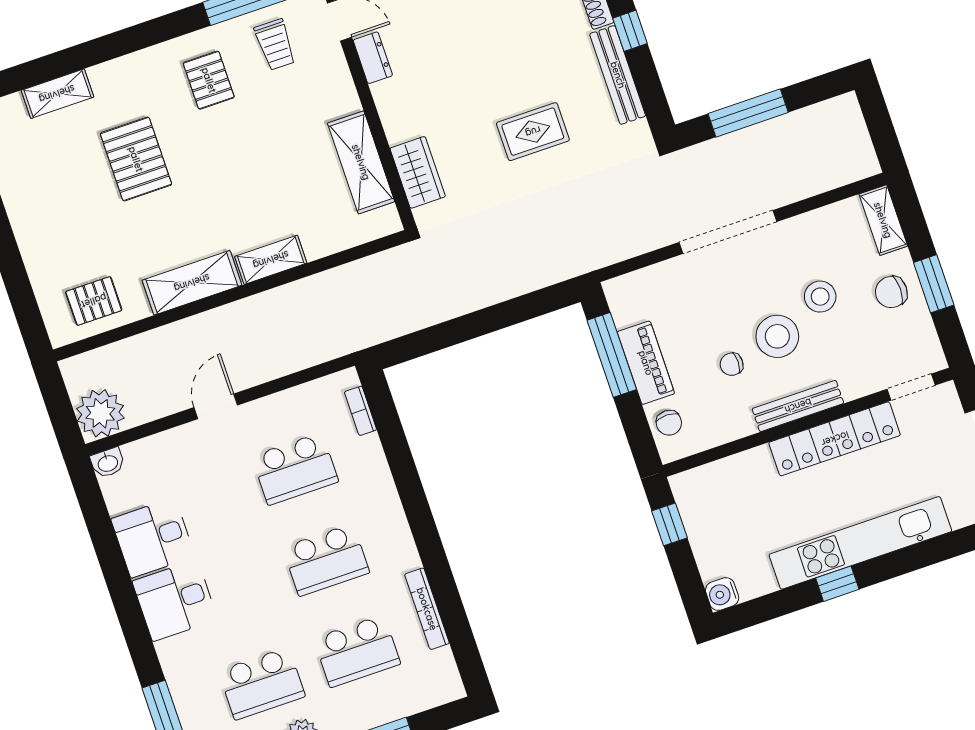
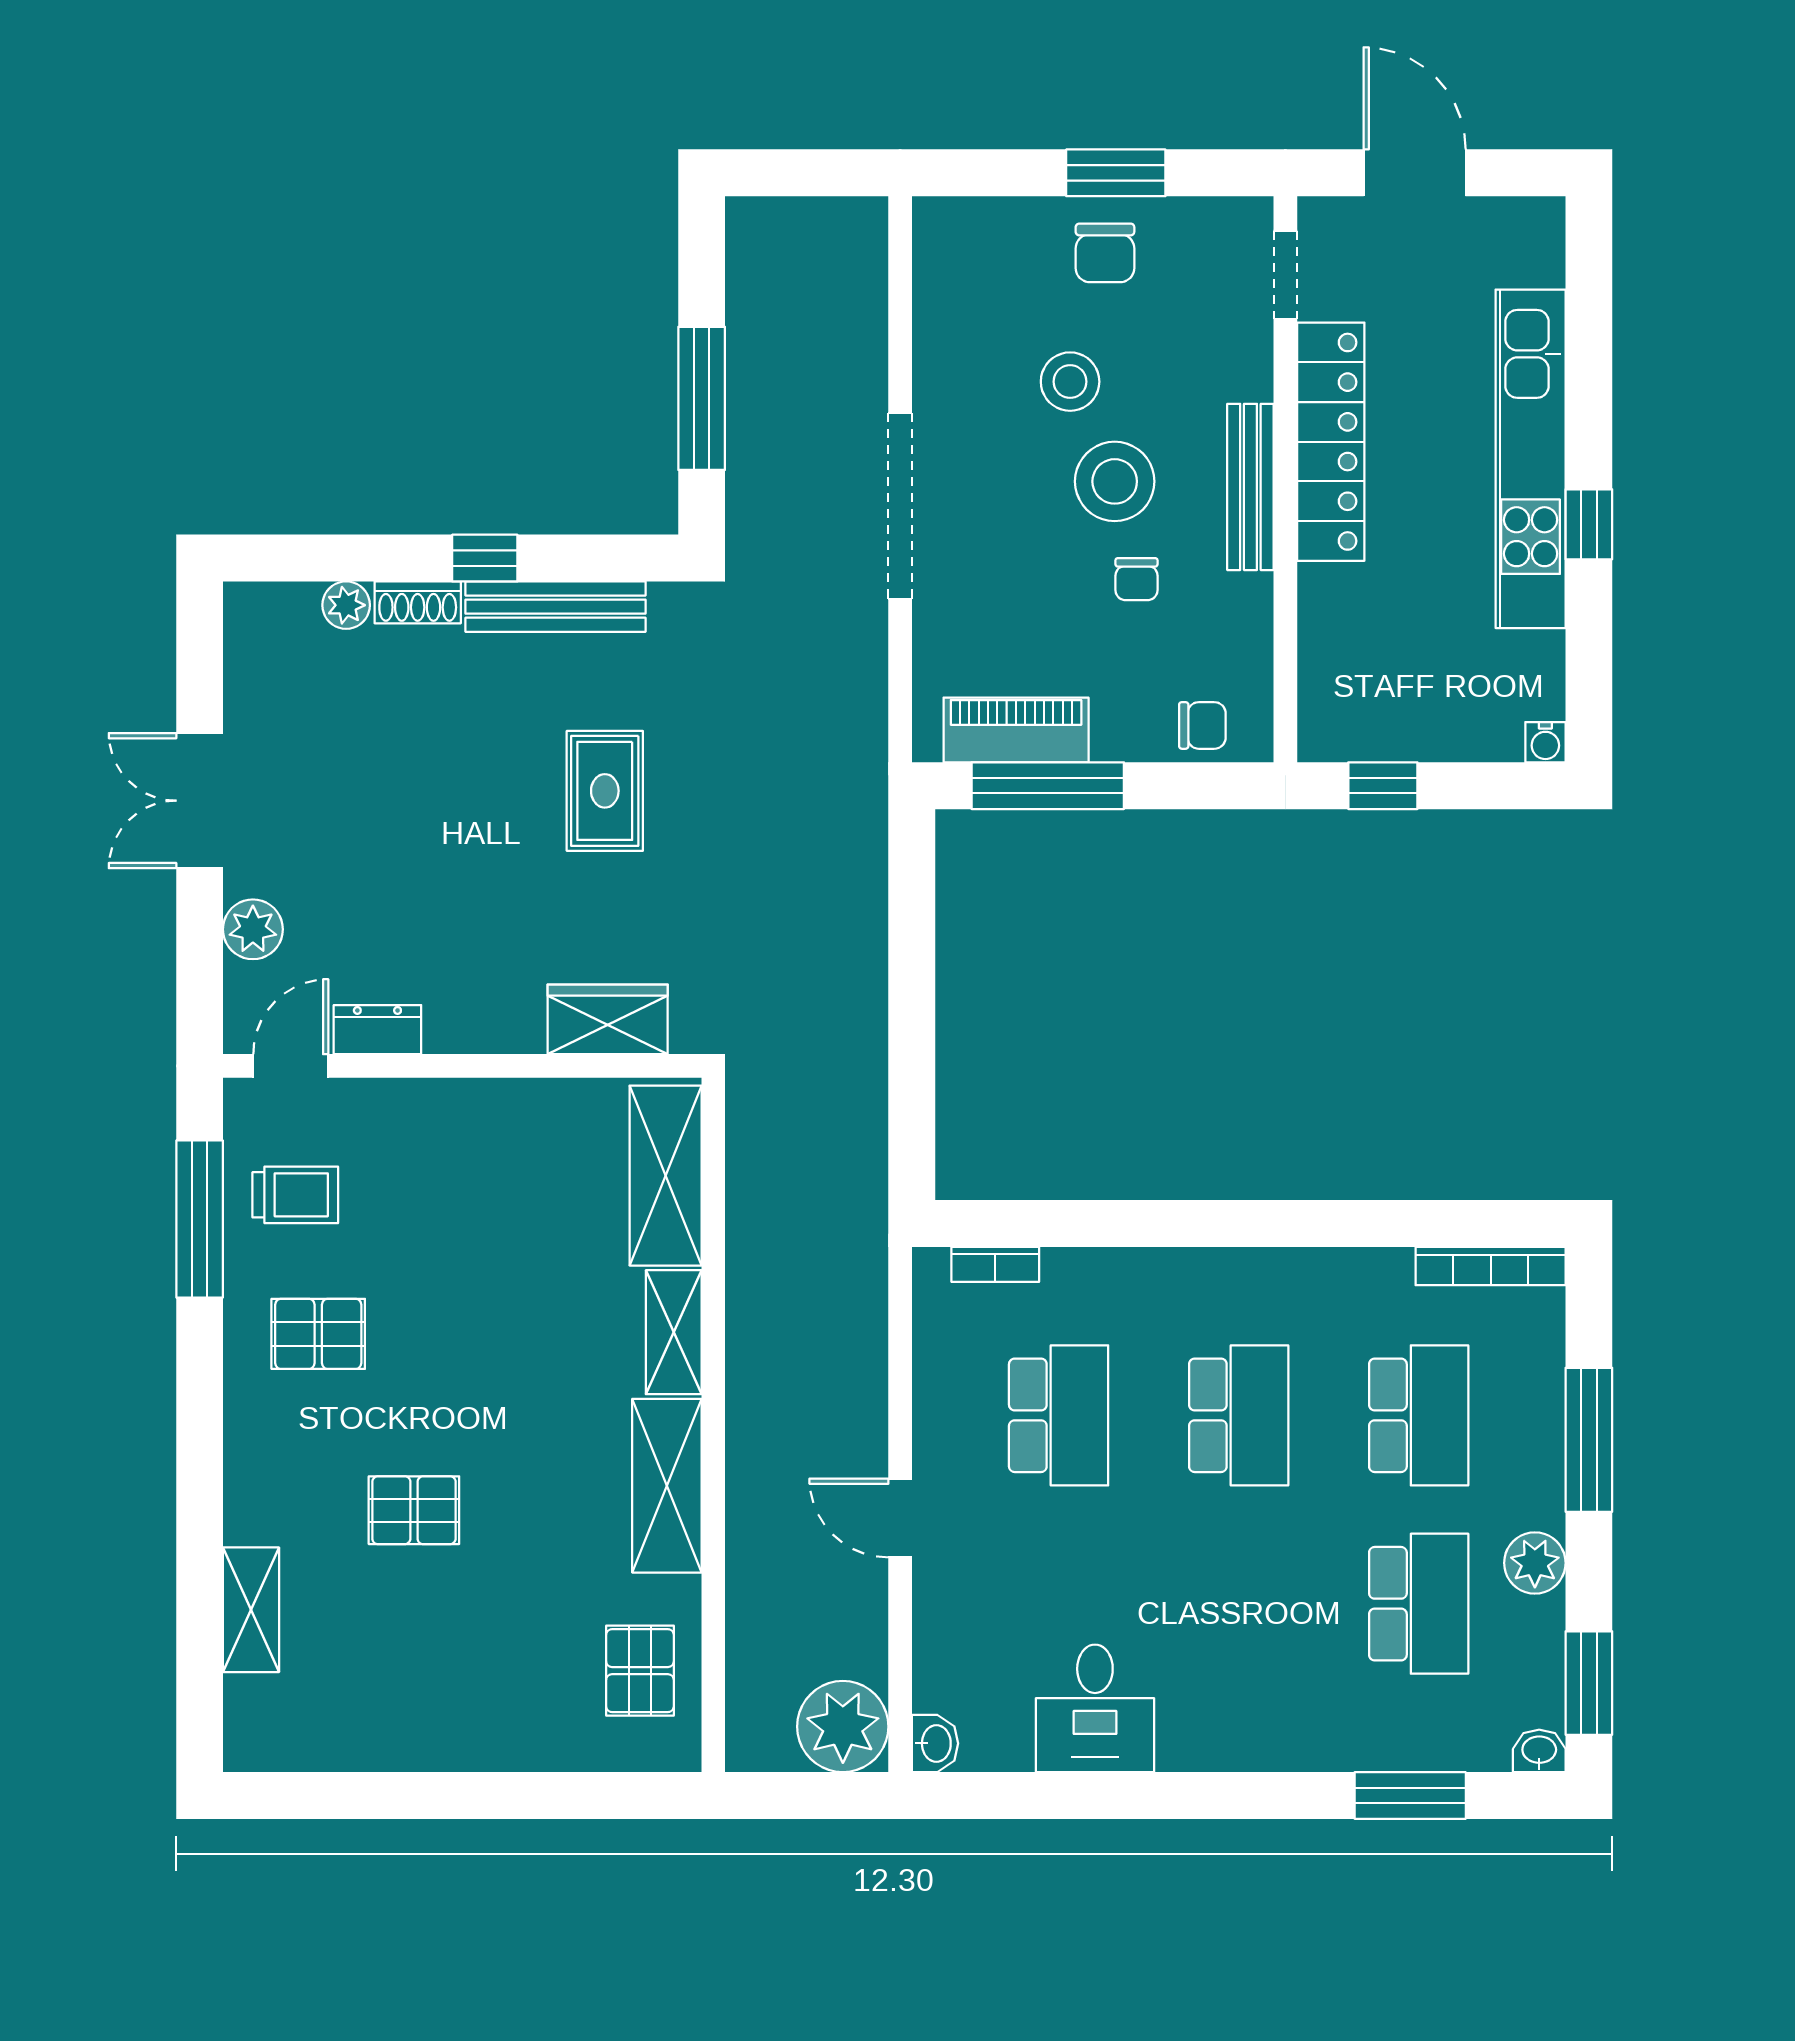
pallet: (136, 159) -> (414, 1510), width x0.67, depth x0.71
shelving: (361, 162) -> (666, 1176), moved, turned 90
shelving: (883, 220) -> (973, 224), removed
piano: (646, 363) -> (1016, 730), moved
water cooler: (722, 594) -> (1545, 742), width x0.72, depth x0.72
desk: (175, 600) -> (1219, 1707), removed
bookcase: (427, 609) -> (1491, 1266), moved

